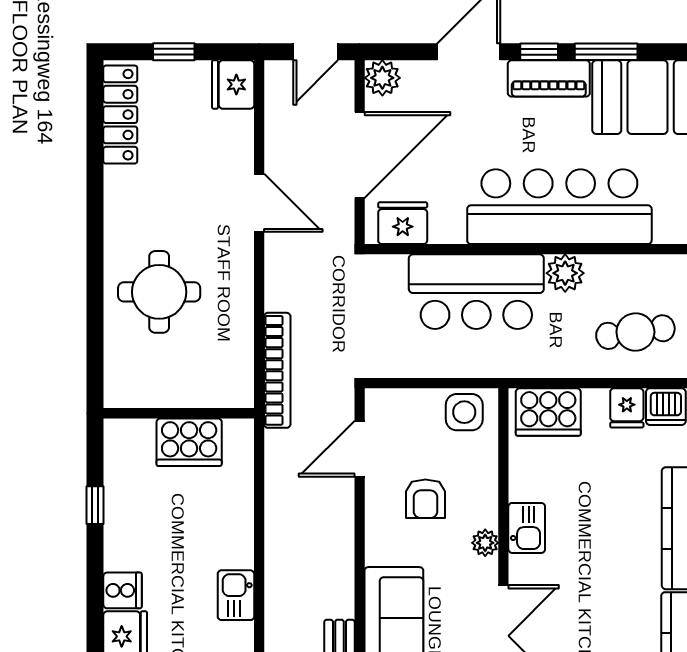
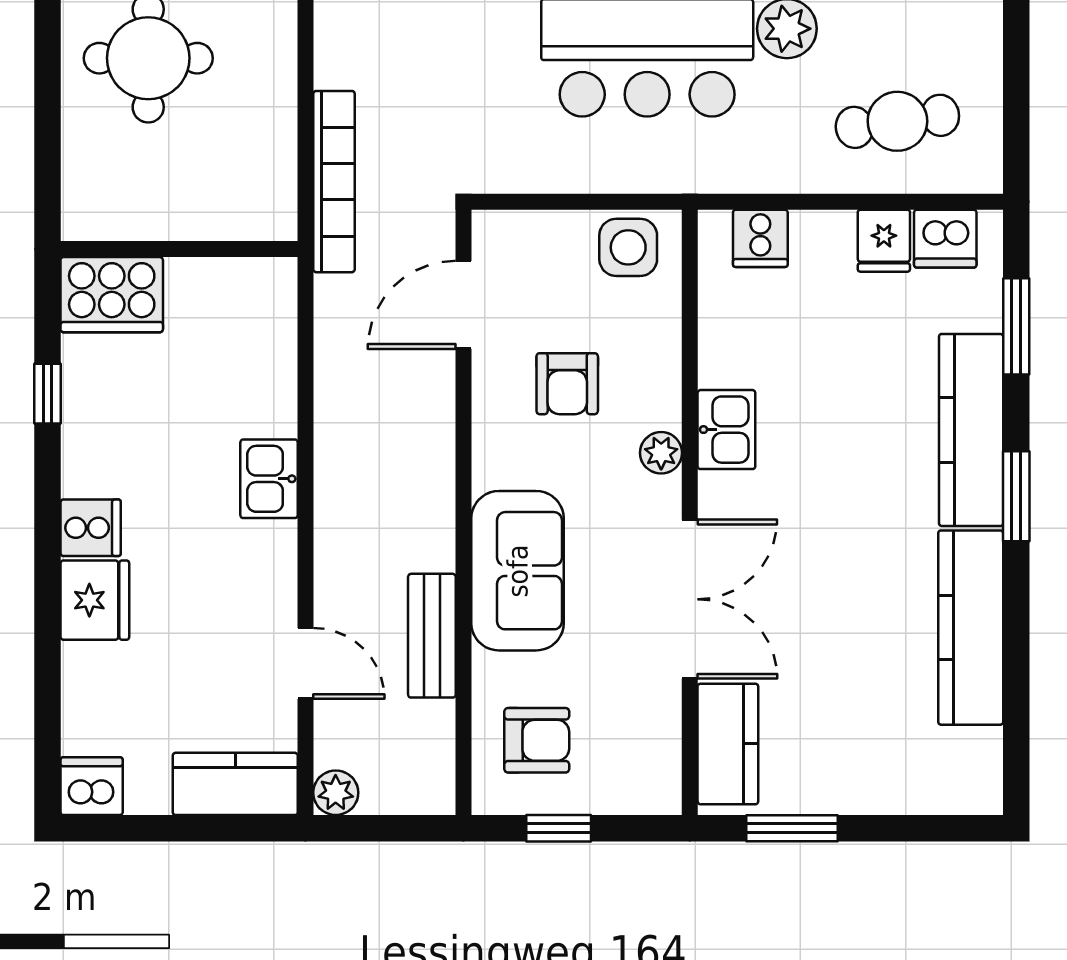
cooker: (548, 412) -> (760, 238), width x0.53, depth x0.76
cooker: (189, 442) -> (112, 295), moved
kitchen sink: (236, 595) -> (269, 479), moved

